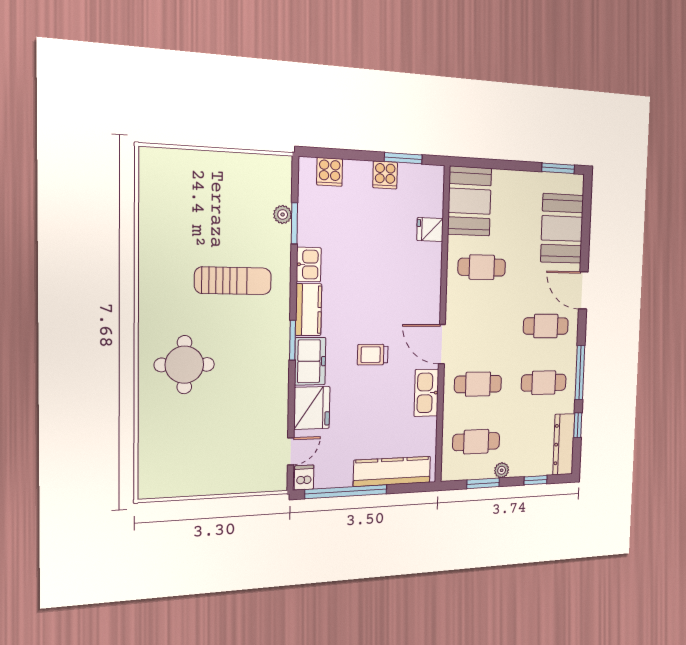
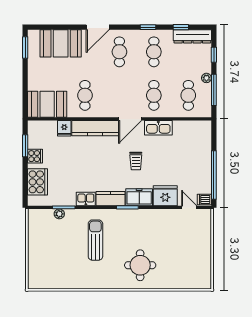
cooker: (330, 172) -> (37, 182), width x1.87, depth x1.31
window: (580, 373) -> (148, 27), width x0.46
kitchen counter: (392, 471) -> (95, 128), moved, turned -90
window: (483, 483) -> (214, 90), width x1.44

